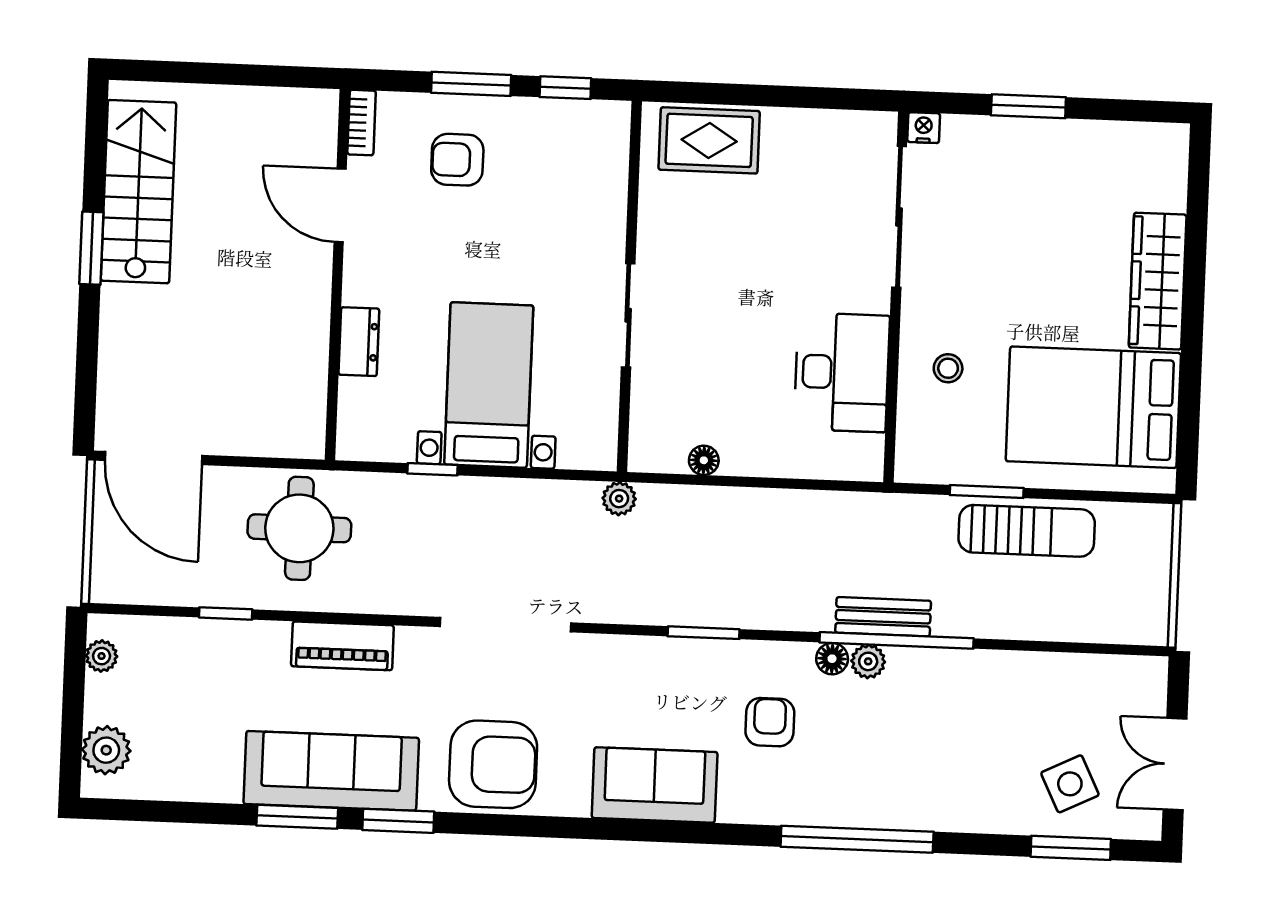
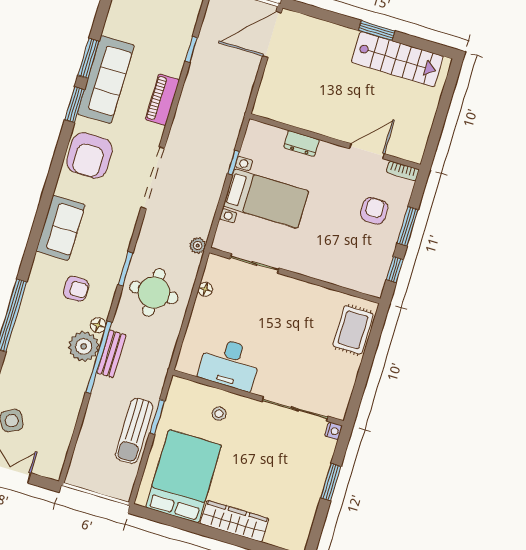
sliding door: (628, 315) -> (254, 263), moved
round table: (299, 528) -> (154, 292), moved
plant: (868, 661) -> (84, 346), width x1.87, depth x1.87

